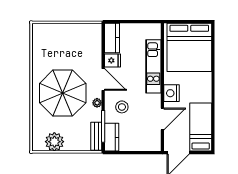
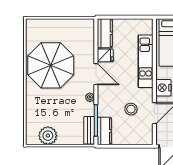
parasol: (63, 93) -> (51, 65), moved
stool: (122, 107) -> (131, 109), moved

